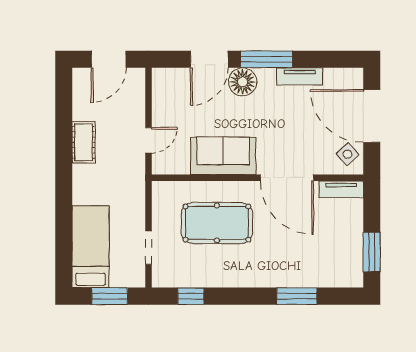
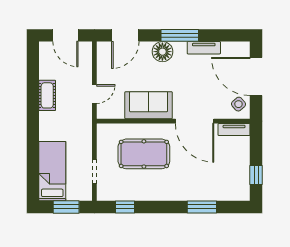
door: (109, 59) -> (65, 35), hinge flipped
door: (209, 59) -> (125, 35), moved
window: (372, 252) -> (256, 175), width x0.67

